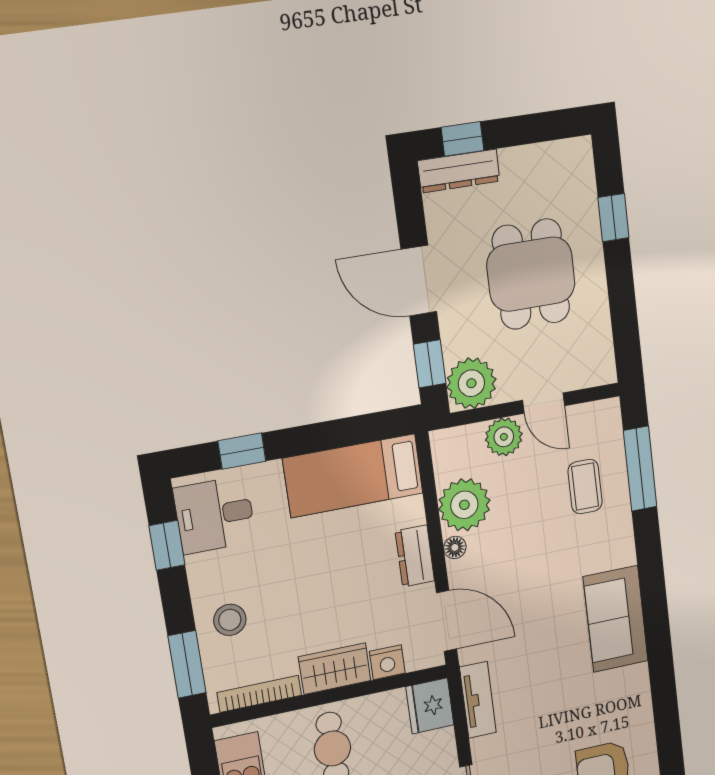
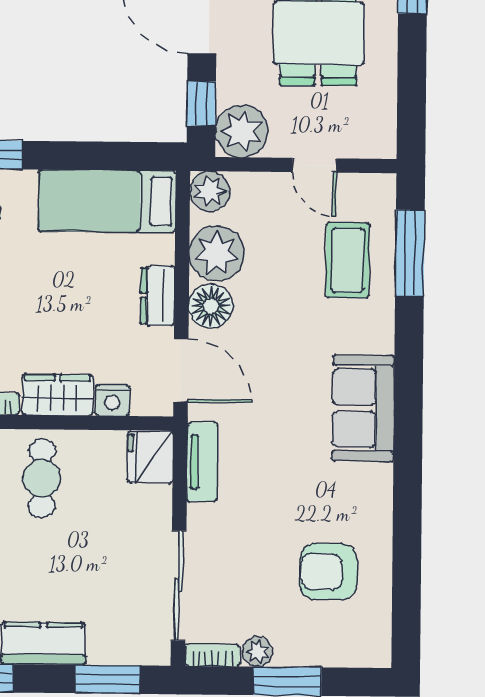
plant: (504, 437) -> (210, 191), moved
coffee table: (585, 487) -> (348, 260), width x1.36, depth x1.30
floor lamp: (455, 547) -> (211, 306), width x1.89, depth x1.89

